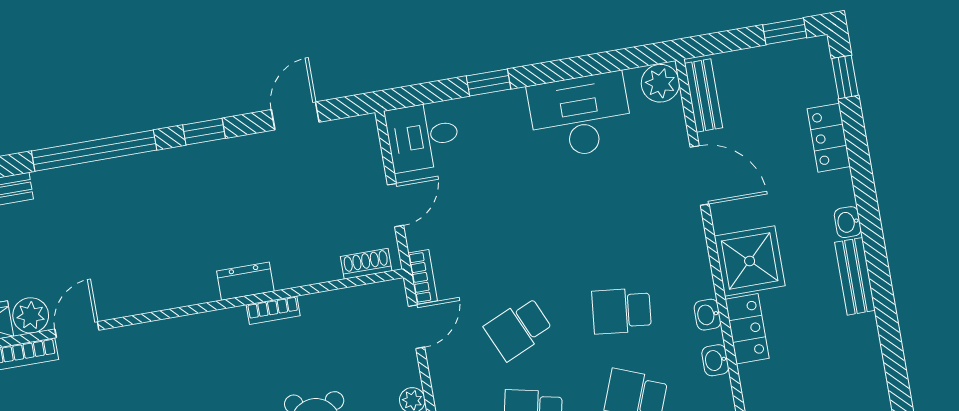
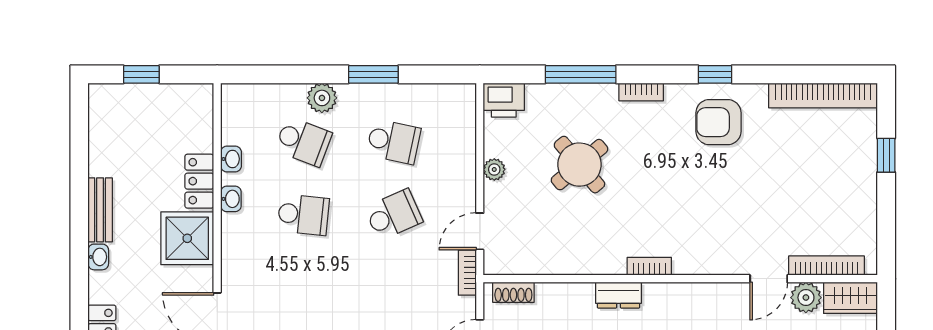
bookcase: (273, 310) -> (649, 266), moved

